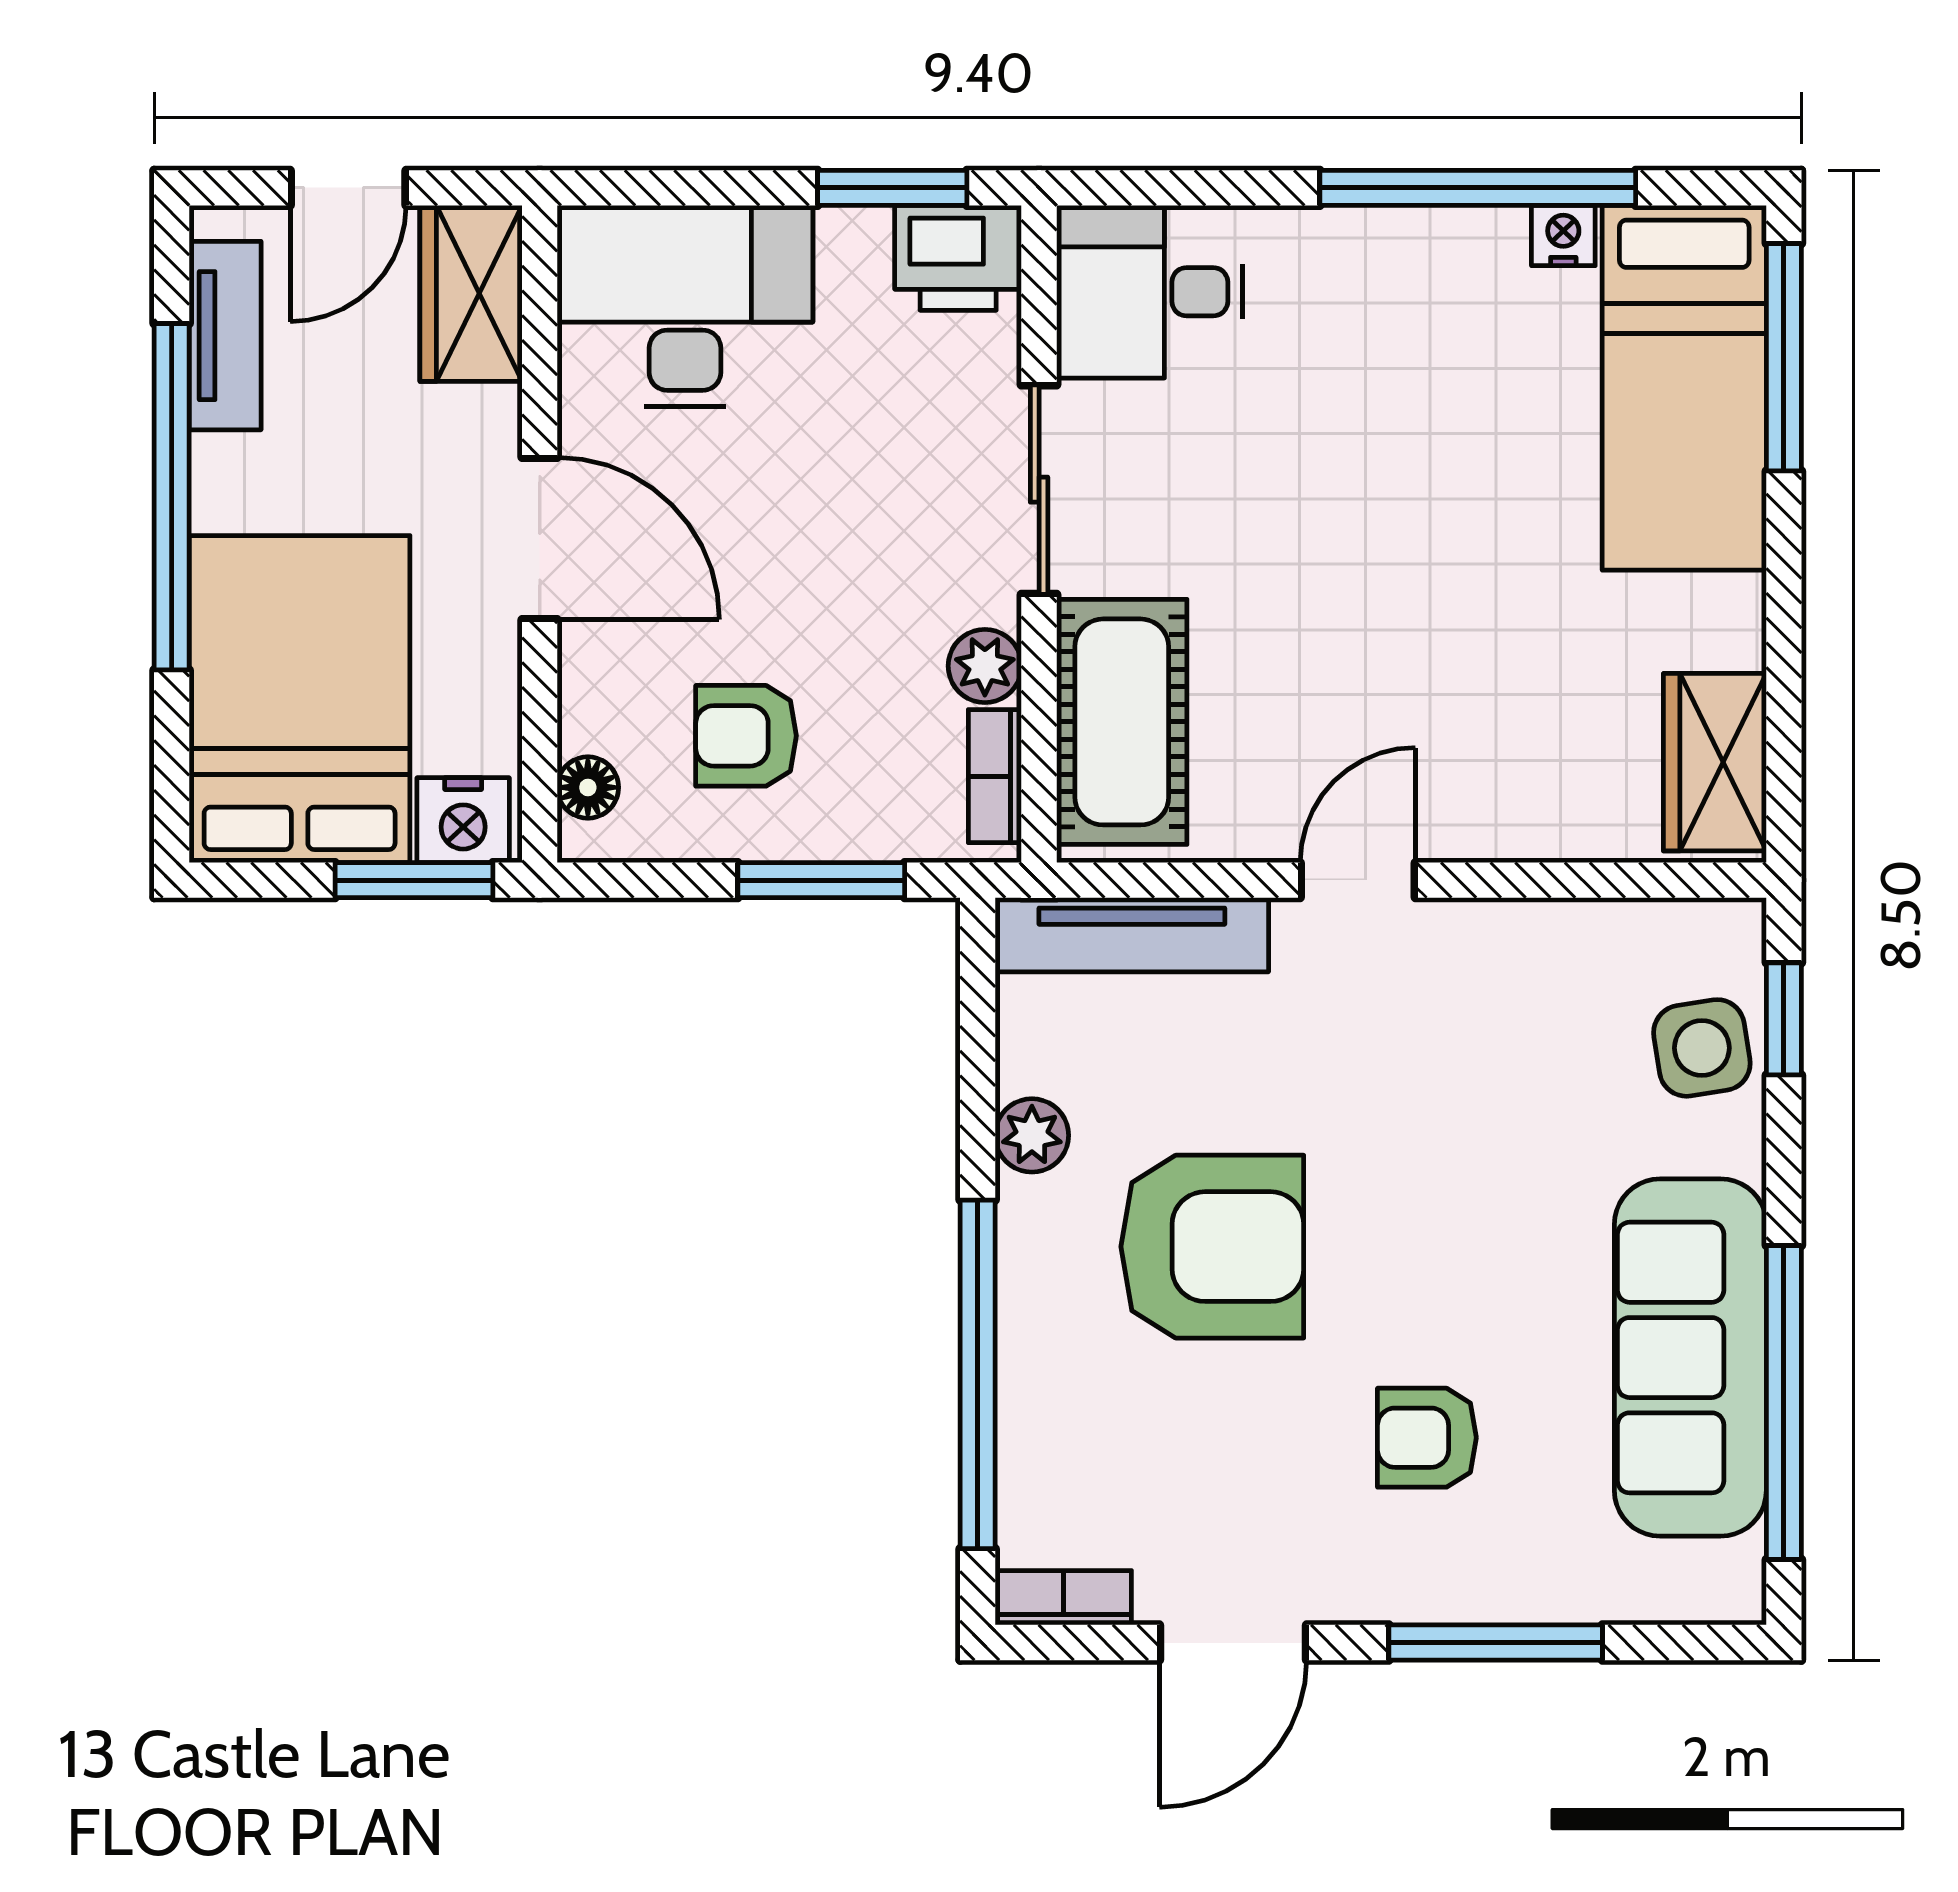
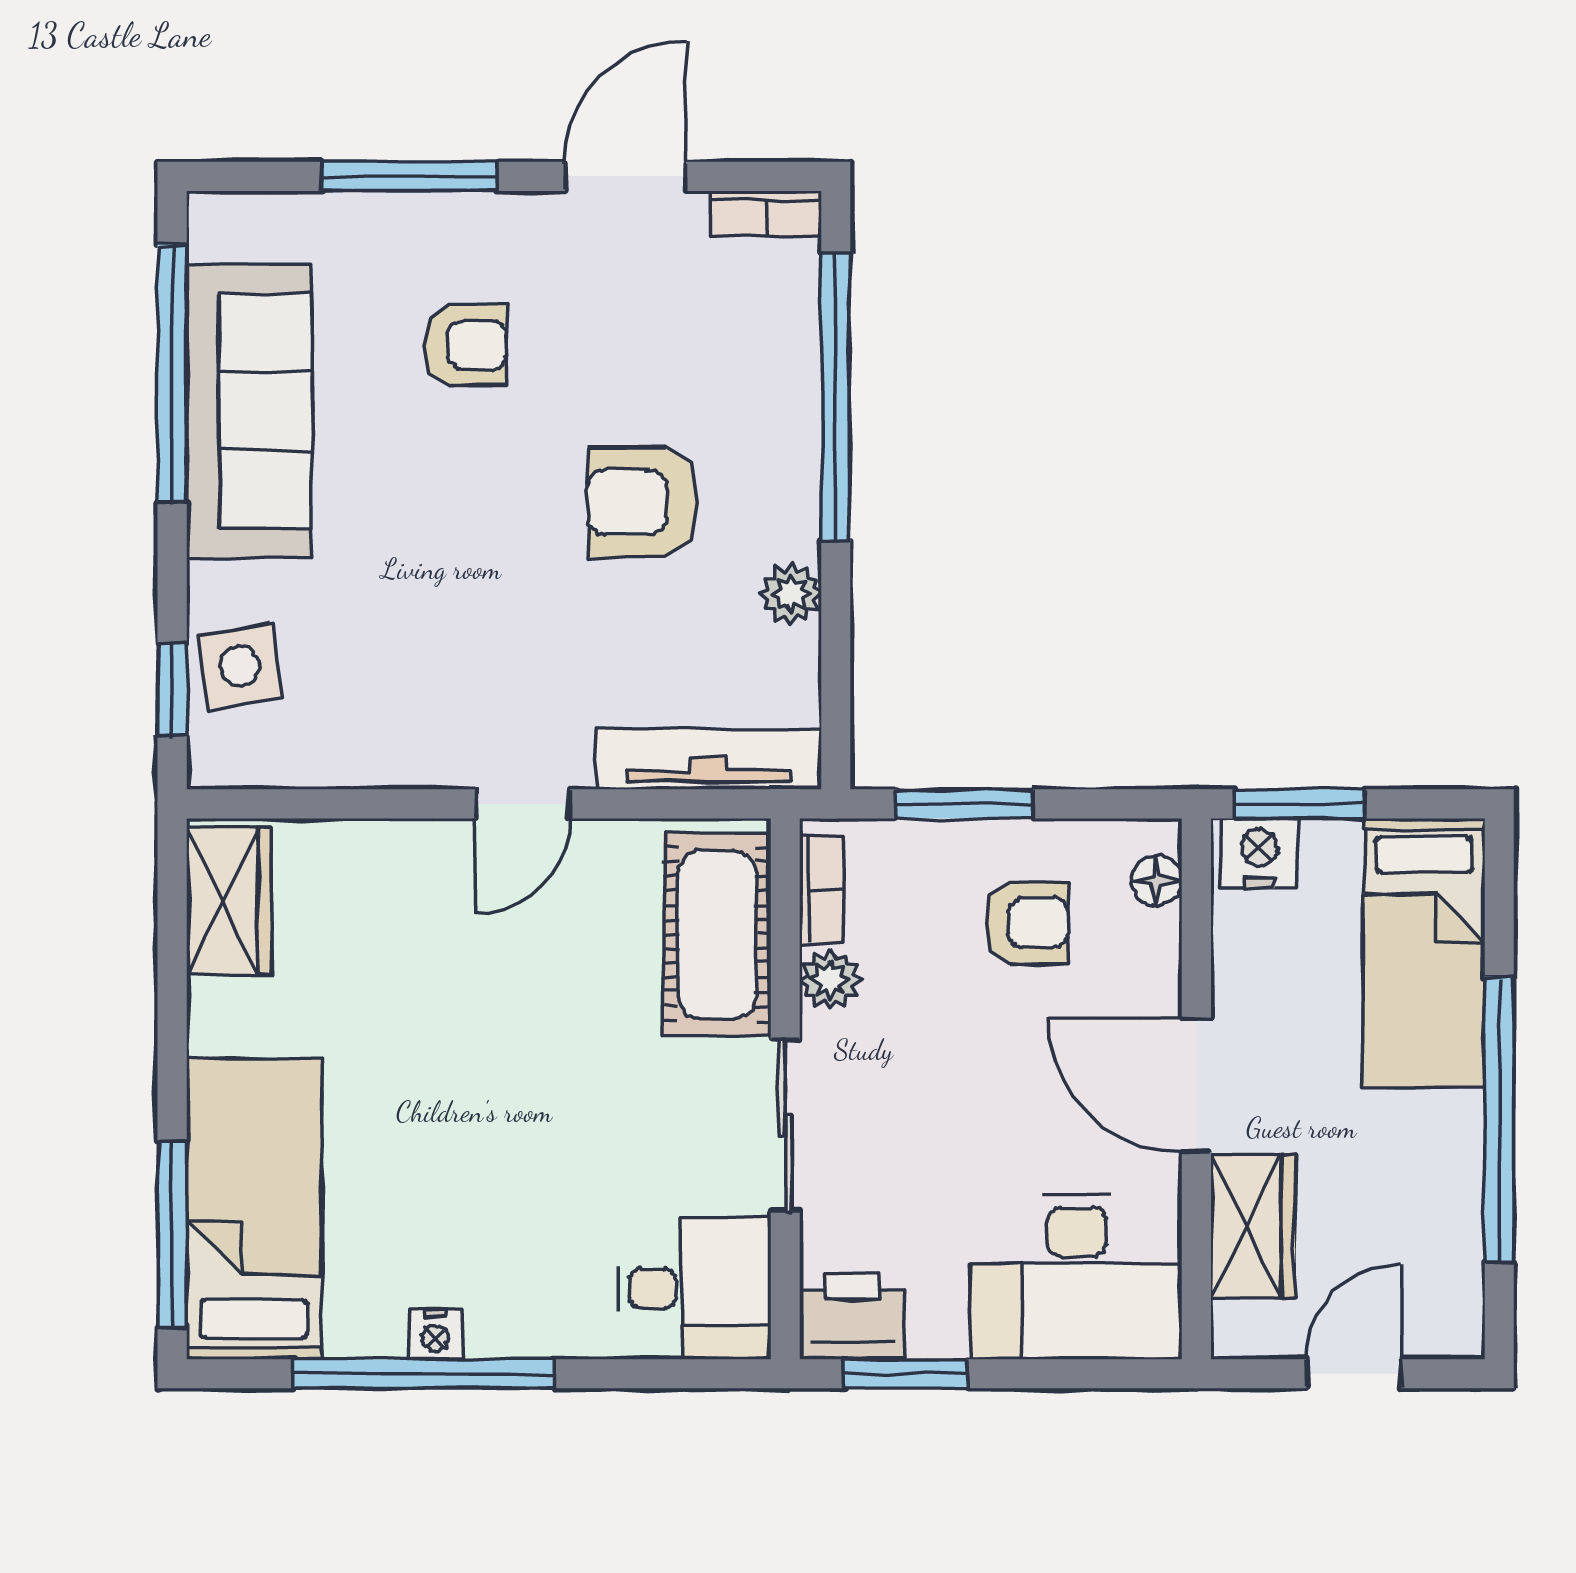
nightstand: (1563, 236) -> (436, 1334), moved
wardrobe: (471, 293) -> (1253, 1226), moved
tv unit: (225, 336) -> (1455, 1252), removed
bed: (300, 699) -> (1424, 953), width x0.67
armchair: (1212, 1247) -> (643, 502), width x0.73, depth x0.73

